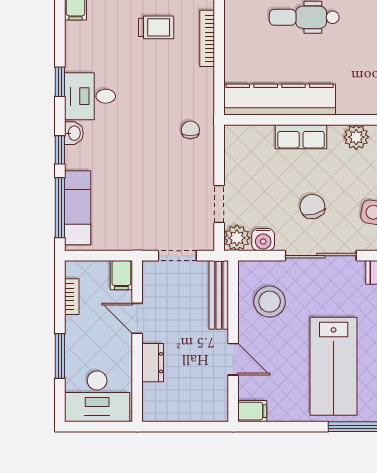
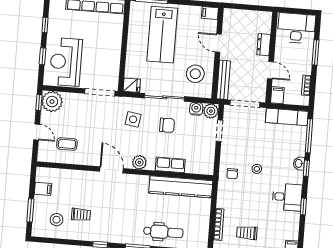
washbasin: (74, 133) -> (299, 163), moved
stool: (147, 142) -> (257, 169), added
chair: (312, 207) -> (167, 125), turned -75
exam couch: (78, 208) -> (287, 117), moved, turned -90
doorway: (177, 256) -> (245, 104), width x1.38
lab bench: (334, 366) -> (162, 35), turned 180

